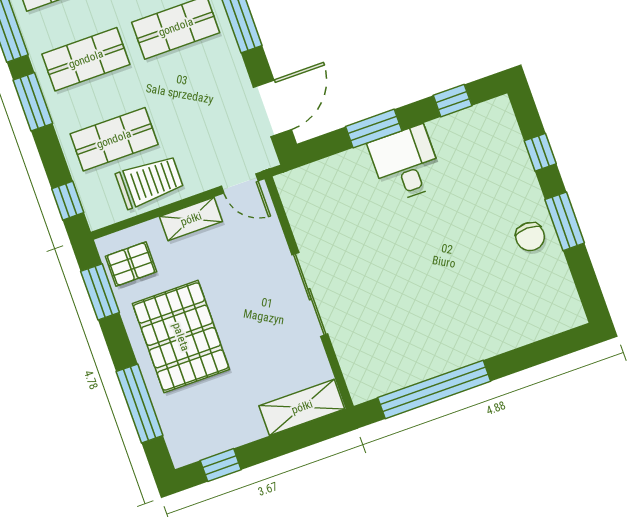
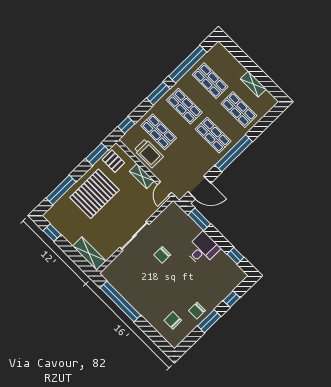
window: (374, 129) -> (199, 219), moved
chair: (378, 254) -> (162, 255), added
chair: (527, 298) -> (173, 320), added

